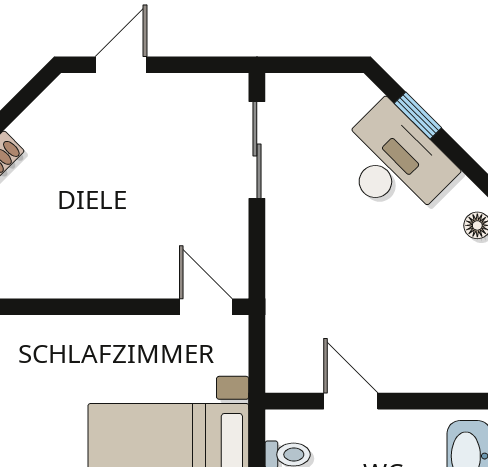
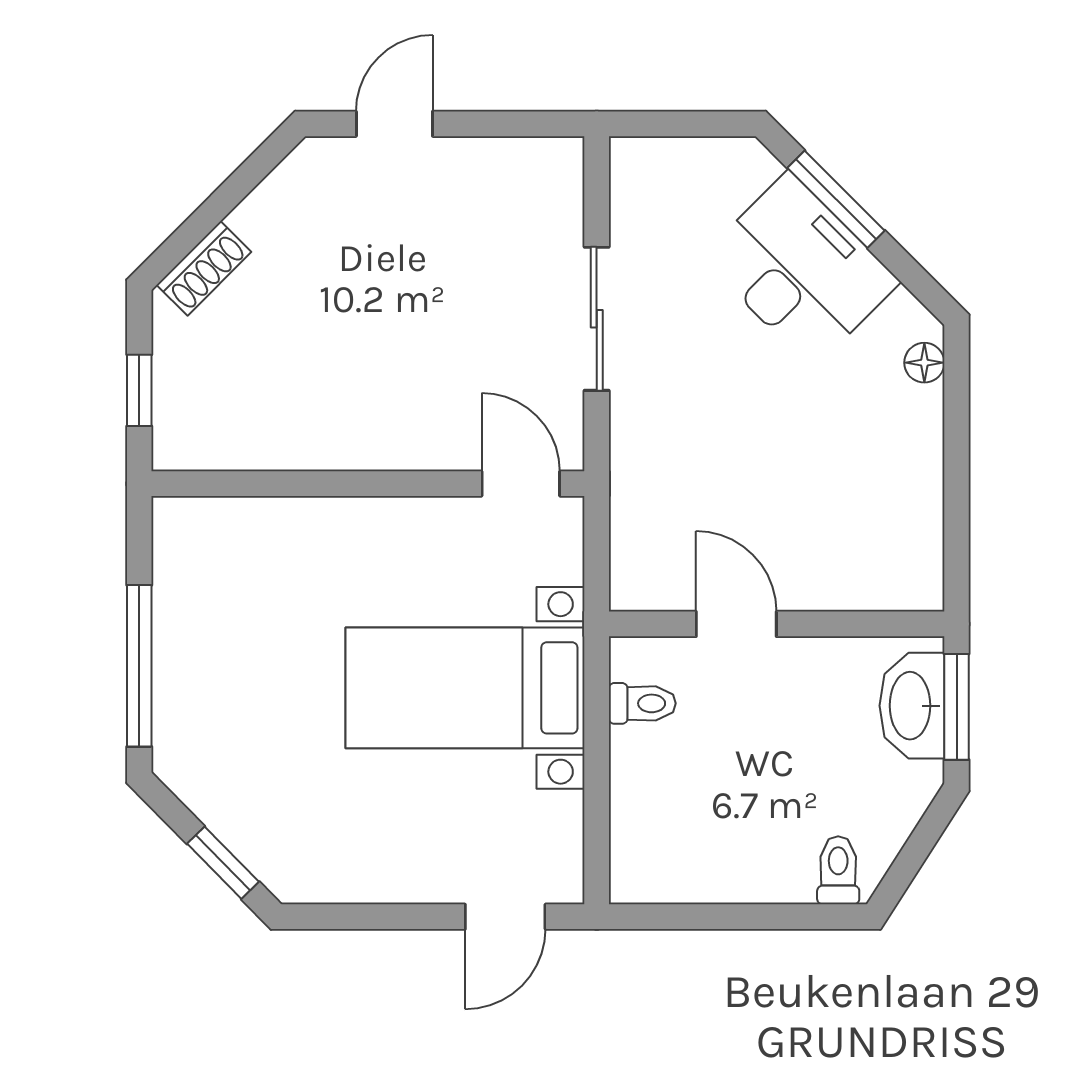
window: (418, 116) -> (836, 199), width x1.50
sliding door: (257, 150) -> (597, 319), moved

